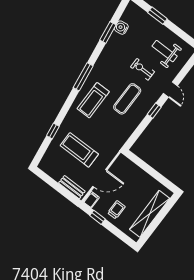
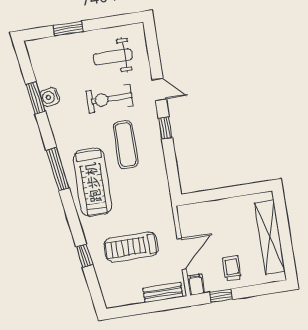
water cooler: (121, 28) -> (50, 97), moved
exercise bike: (142, 69) -> (110, 99), width x1.38, depth x1.39
treadmill: (93, 100) -> (93, 182), width x1.37, depth x1.38

